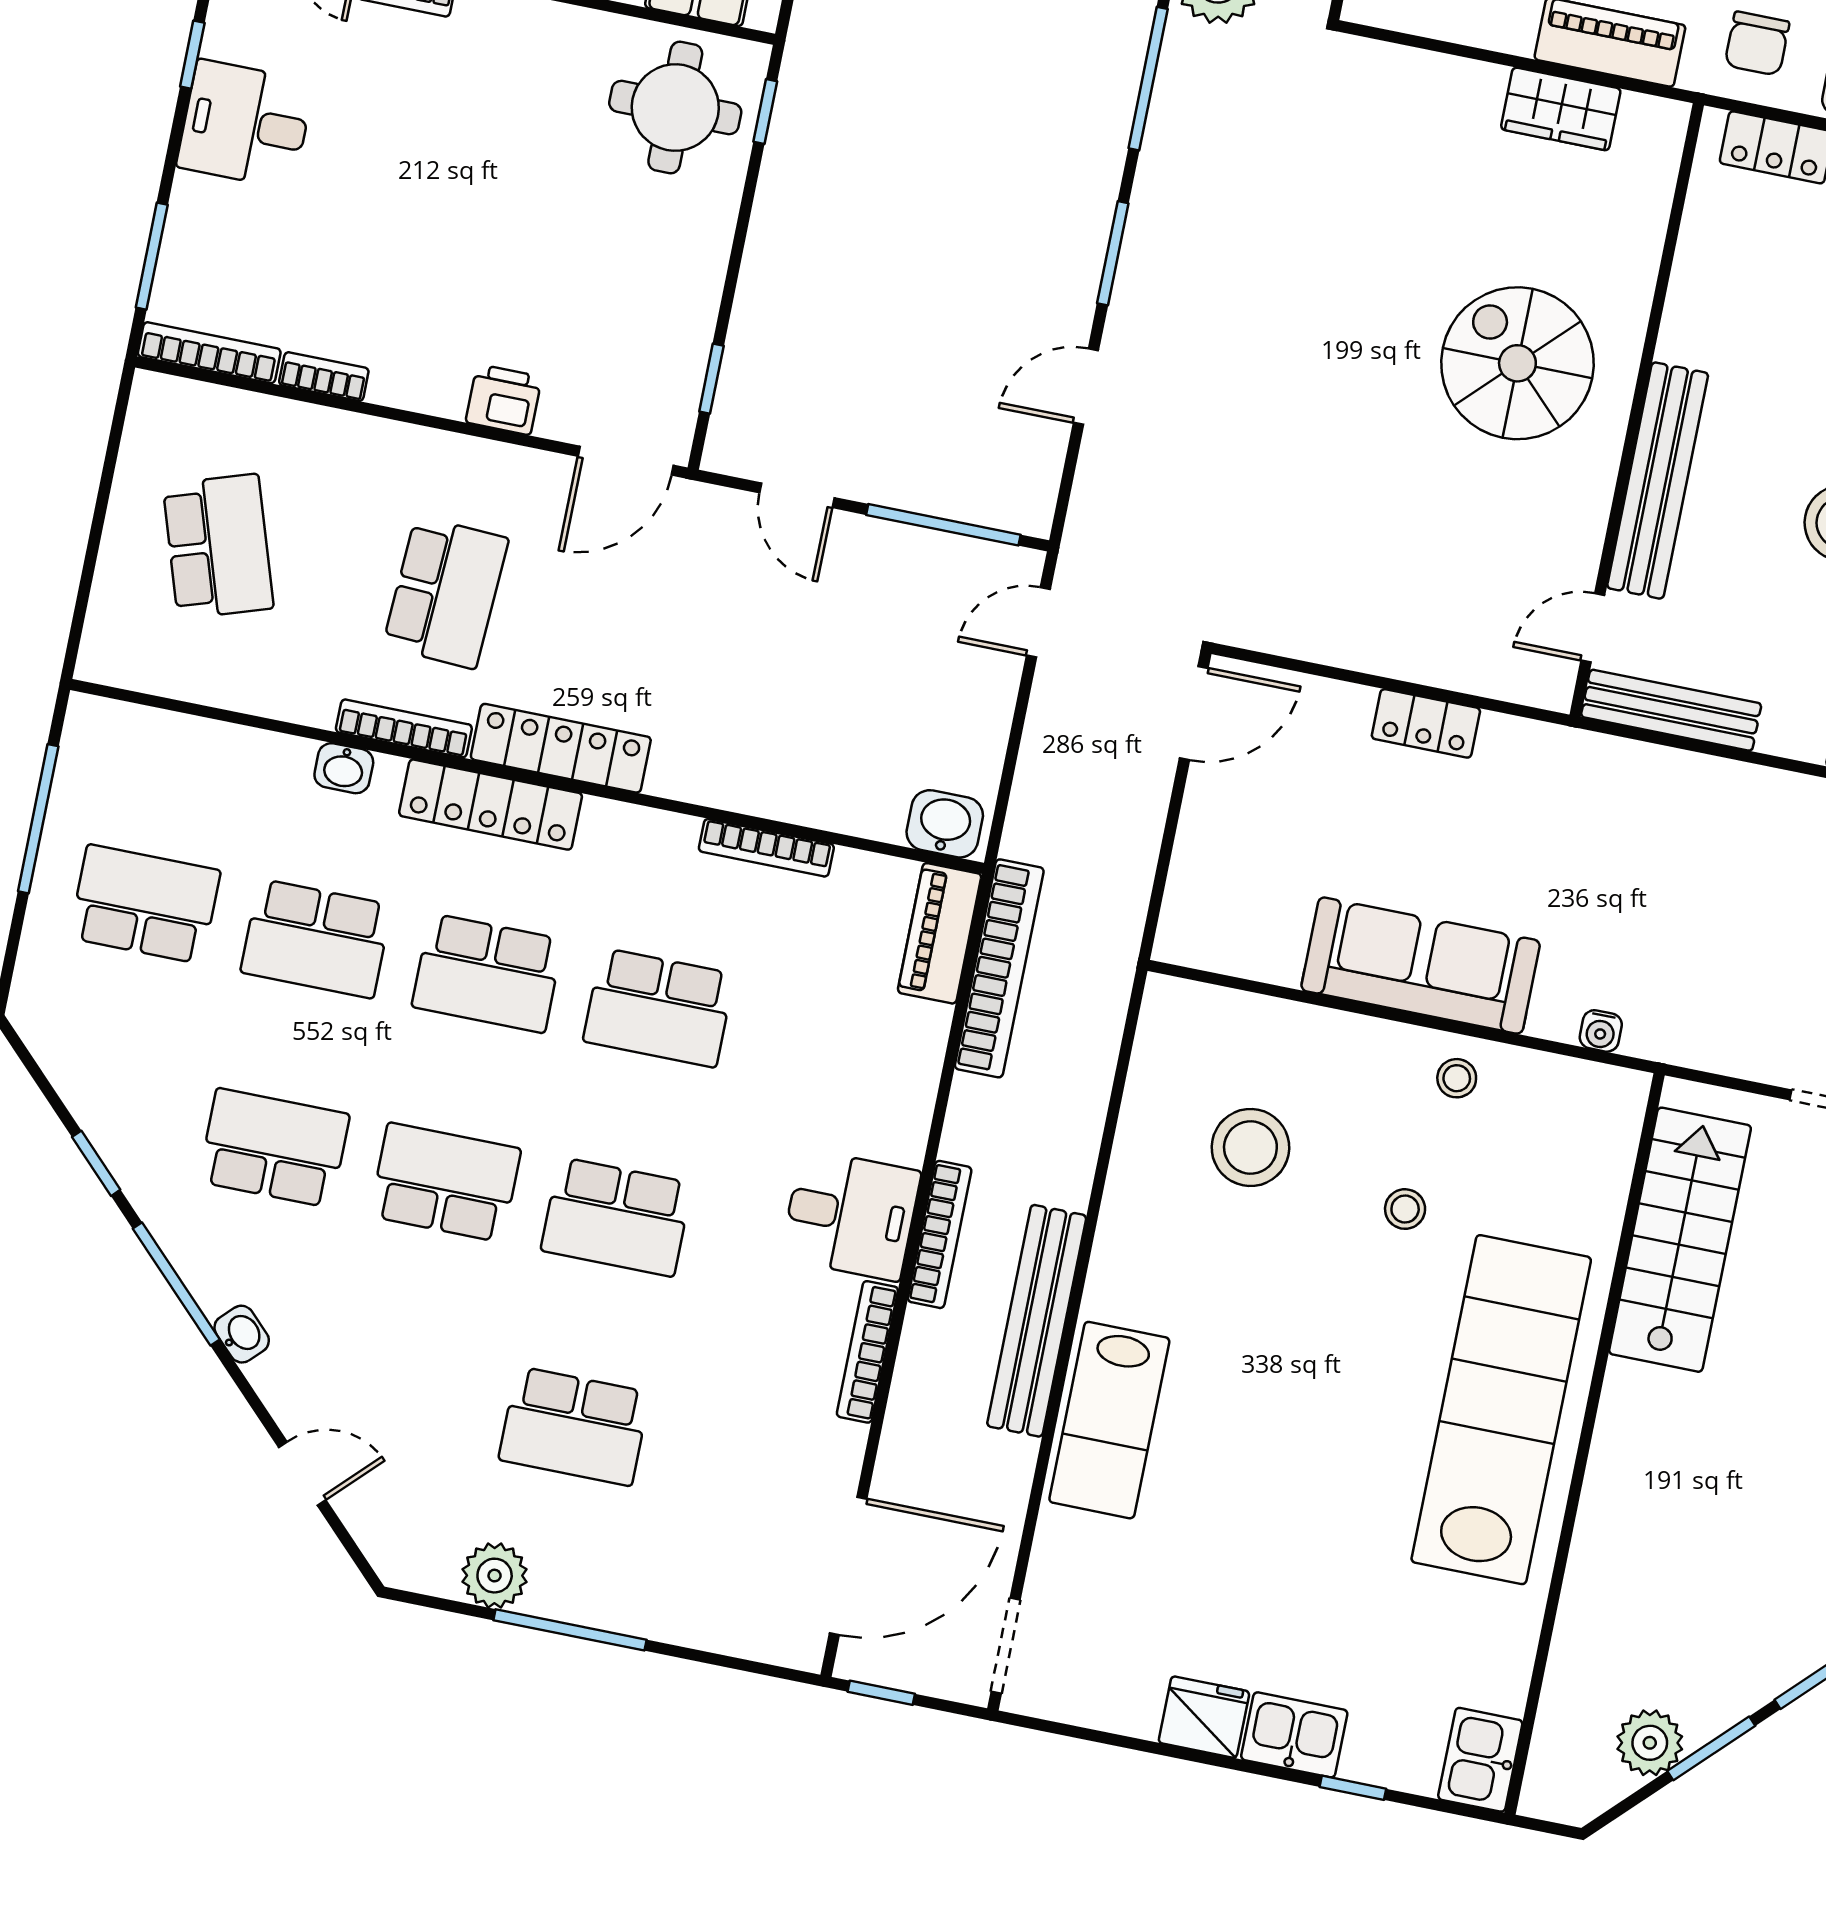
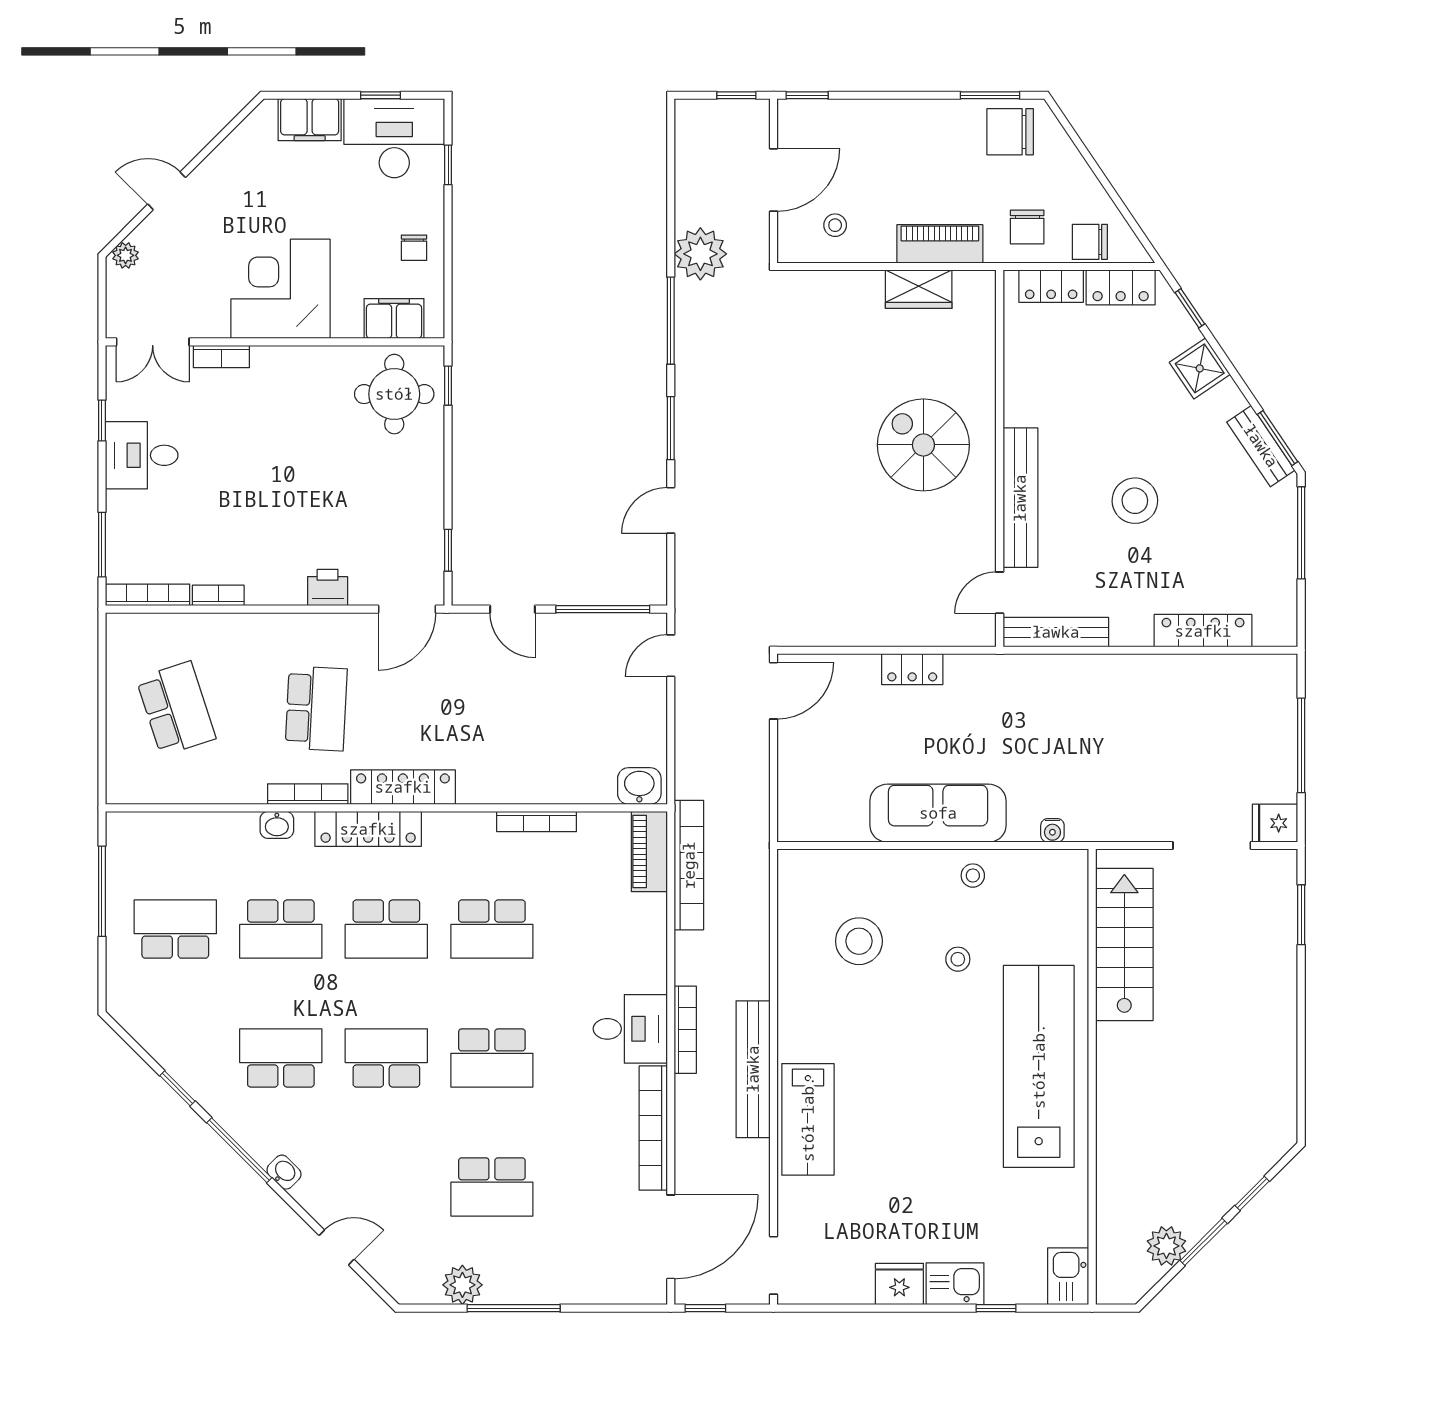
bookcase: (867, 1352) -> (653, 1128), width x1.48, depth x1.31

